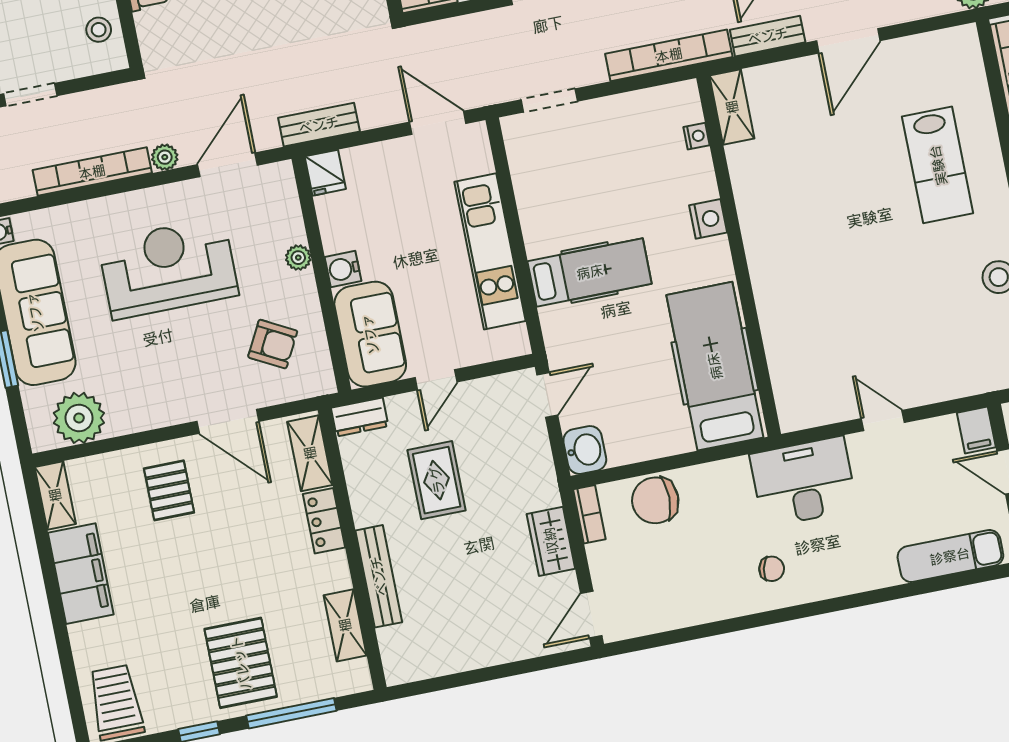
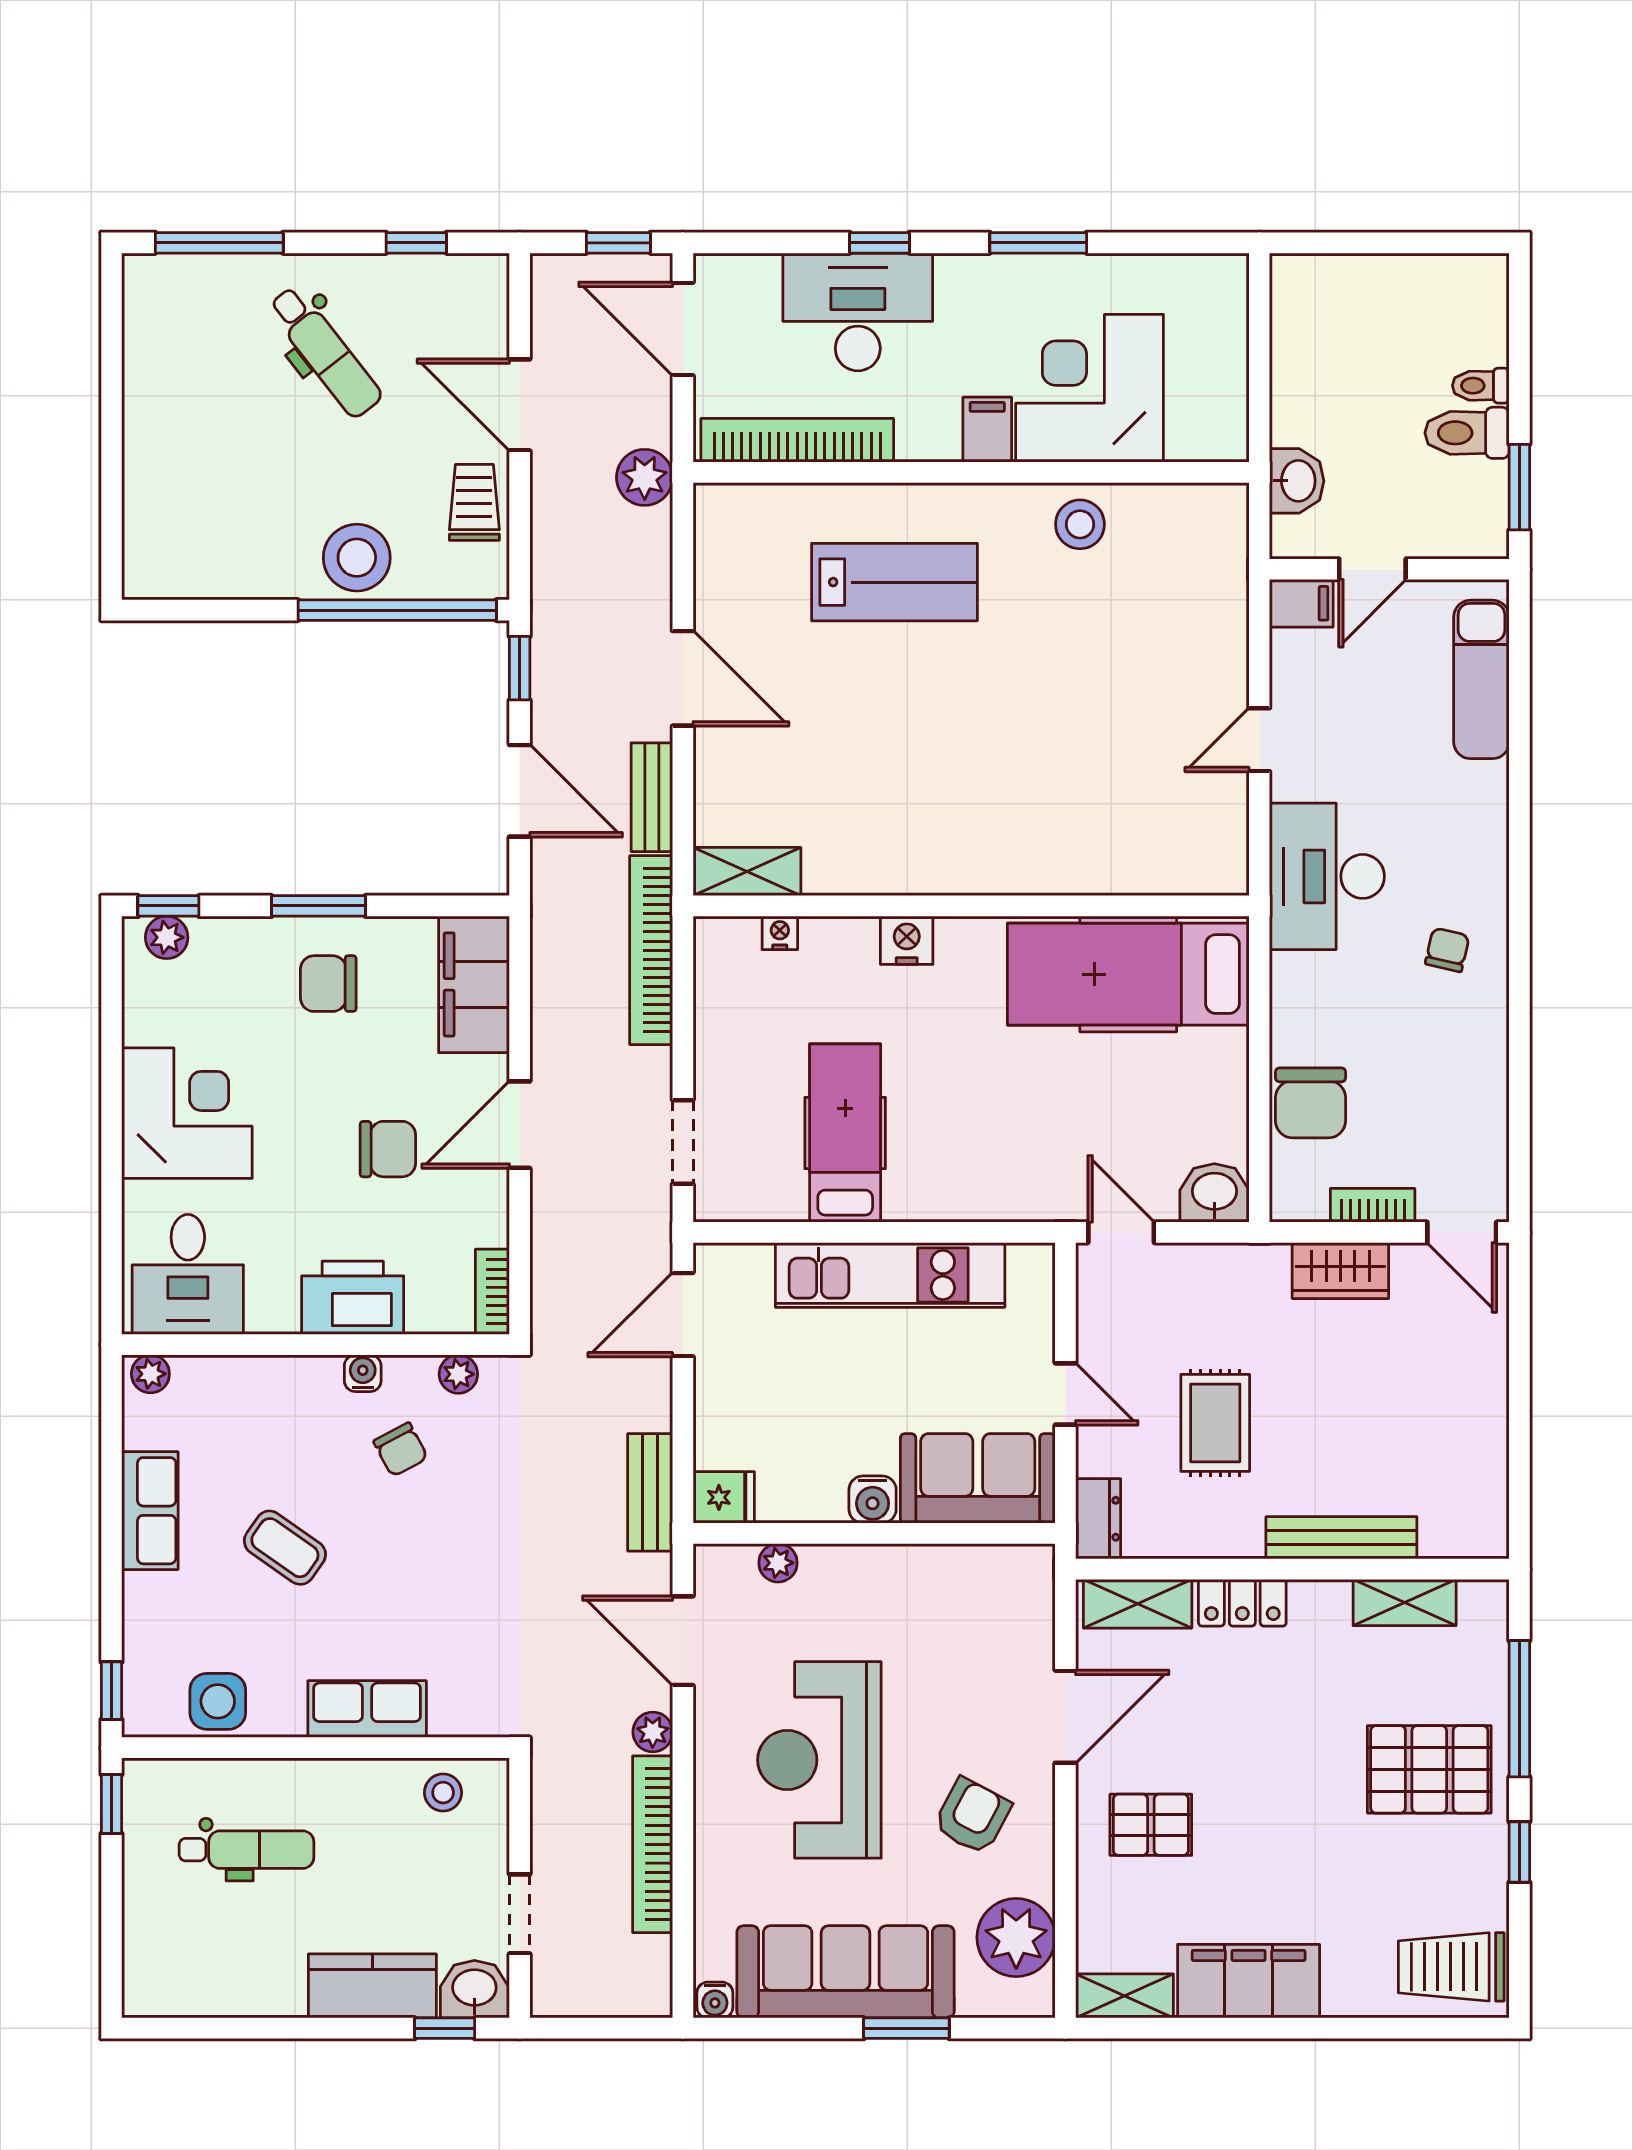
plant: (298, 258) -> (778, 1563), moved
hospital bed: (590, 272) -> (845, 1133), moved
armchair: (273, 344) -> (972, 1816), moved
rug: (437, 480) -> (1215, 1423), turned 90
bookcase: (589, 514) -> (1373, 1205), moved

